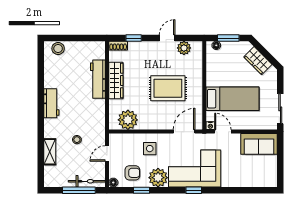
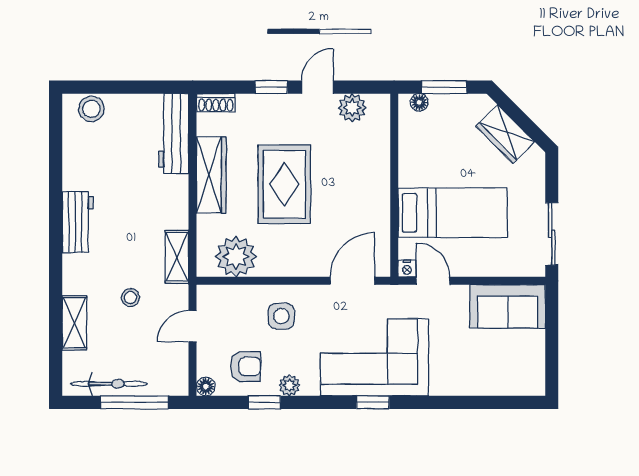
window: (134, 38) -> (271, 87), moved
workbench: (98, 79) -> (174, 133), moved
rug: (168, 88) -> (284, 184), moved, turned 90
shelving: (99, 120) -> (177, 257), added
plant: (158, 178) -> (289, 385), width x0.53, depth x0.53
bicycle: (87, 181) -> (109, 384), moved

